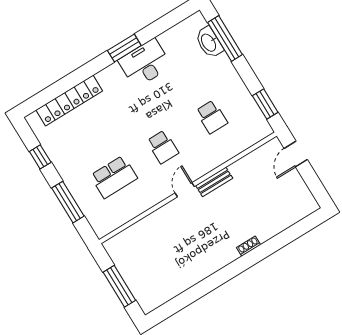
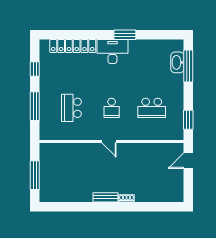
desk: (145, 63) -> (112, 52), moved
school desk: (212, 117) -> (152, 108), width x1.85
school desk: (114, 177) -> (71, 108), turned 90
bench: (214, 182) -> (106, 197), moved
door: (185, 190) -> (109, 141), swing flipped

